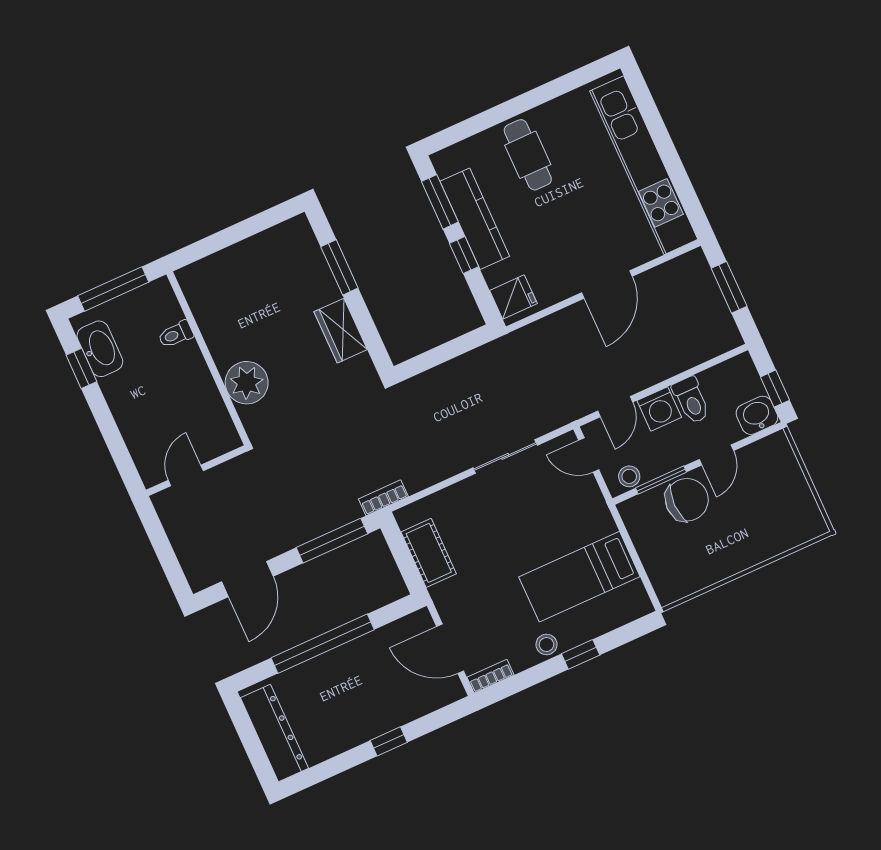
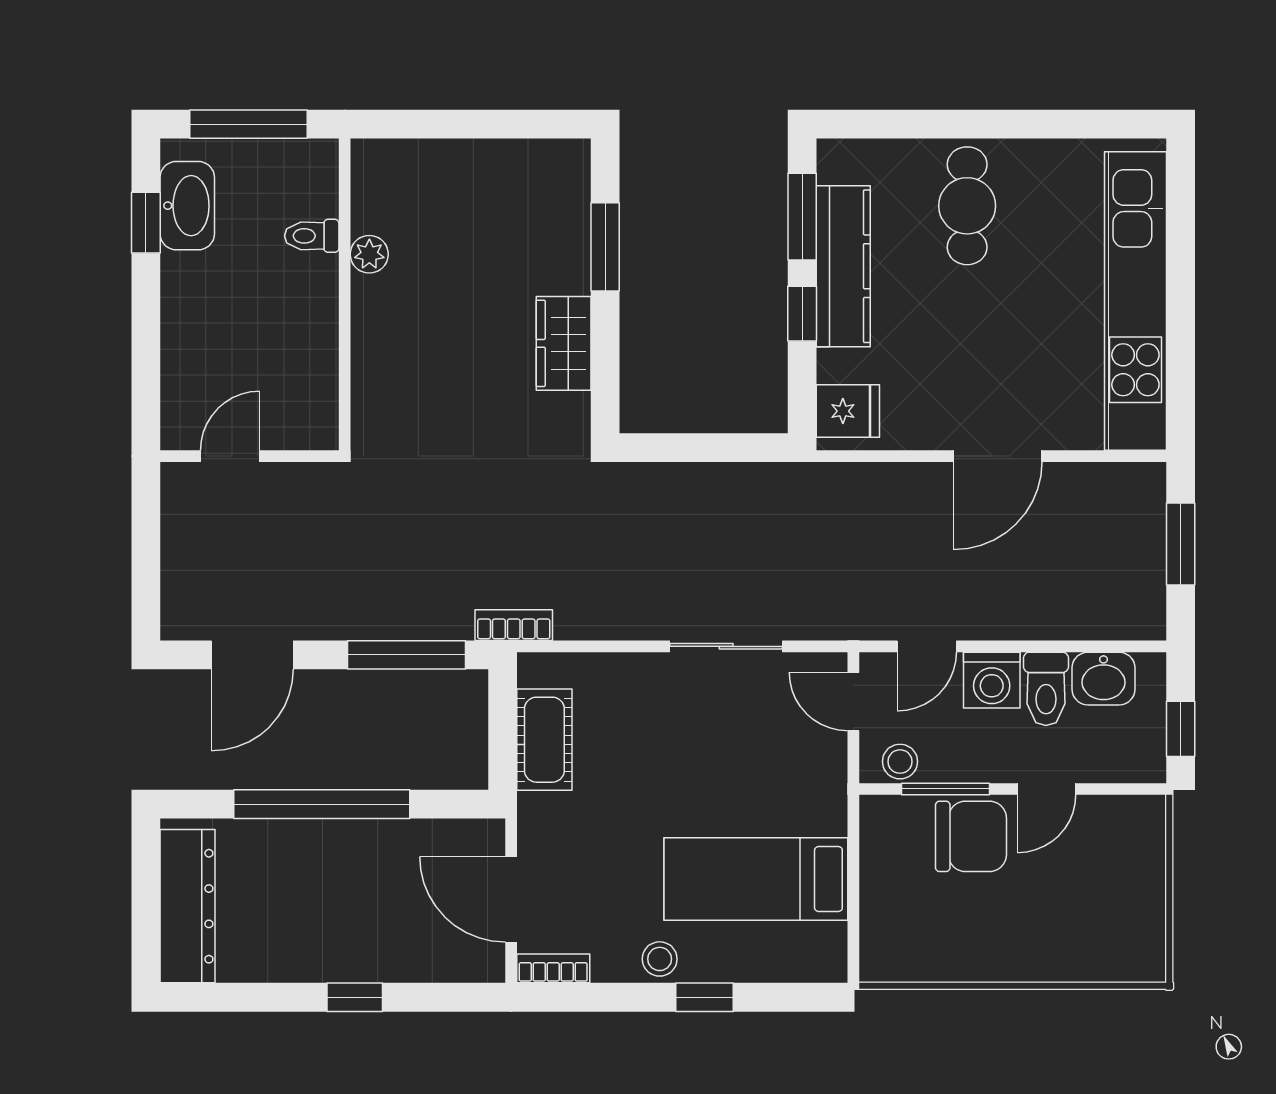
plant: (247, 383) -> (369, 254), moved, width x0.53, depth x0.53
washbasin: (757, 415) -> (1103, 679), moved, turned 180

